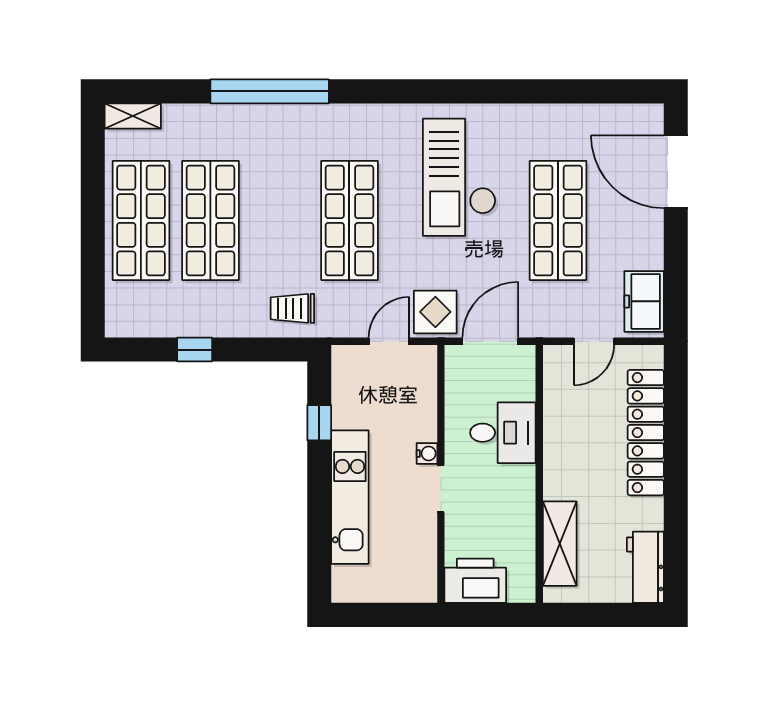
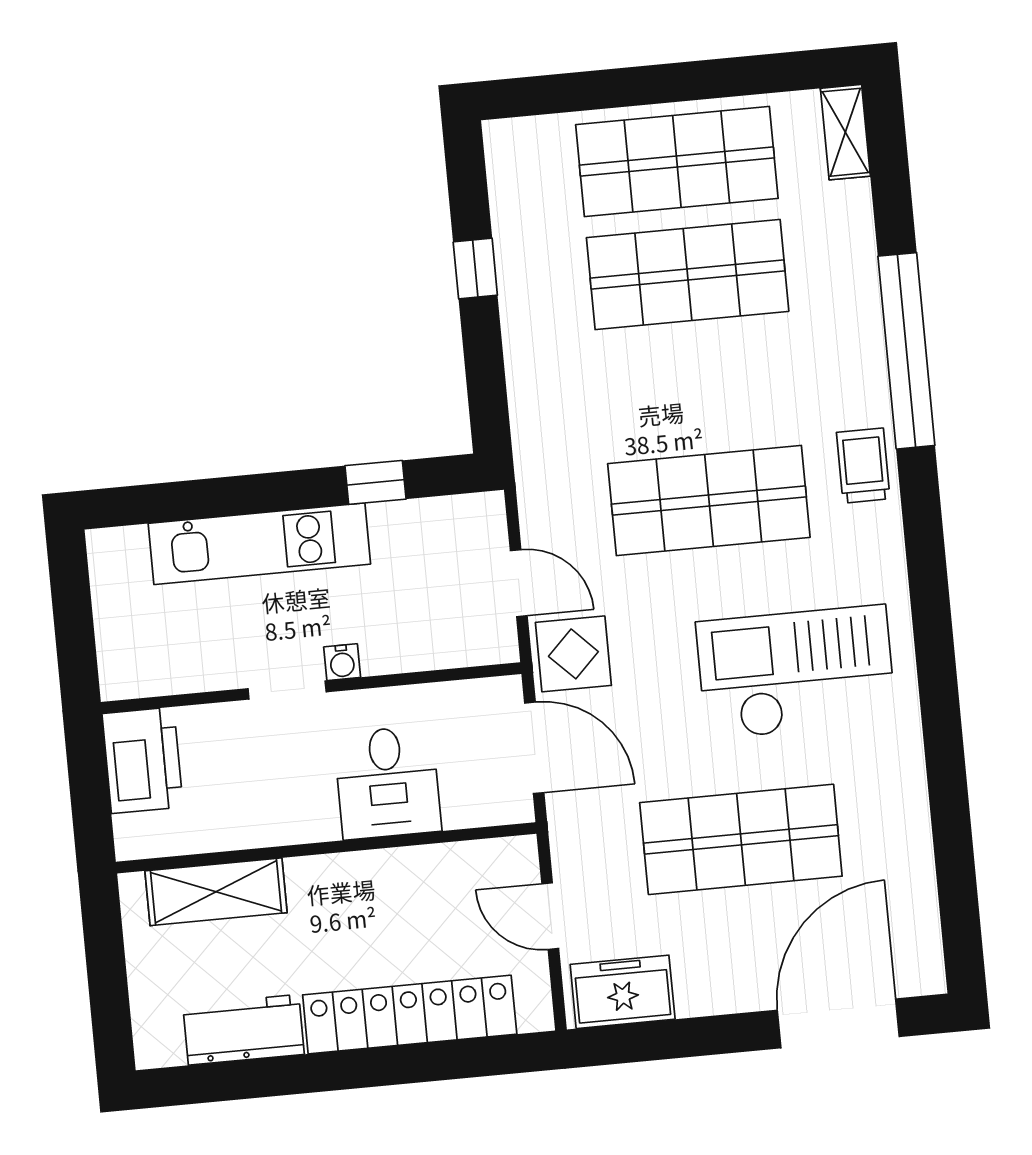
trolley: (292, 308) -> (863, 466), moved
workbench: (645, 567) -> (243, 1030), moved

